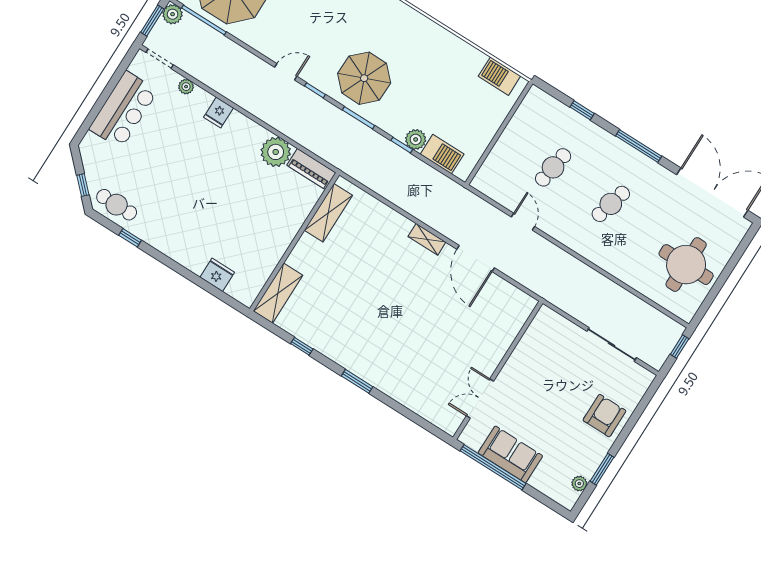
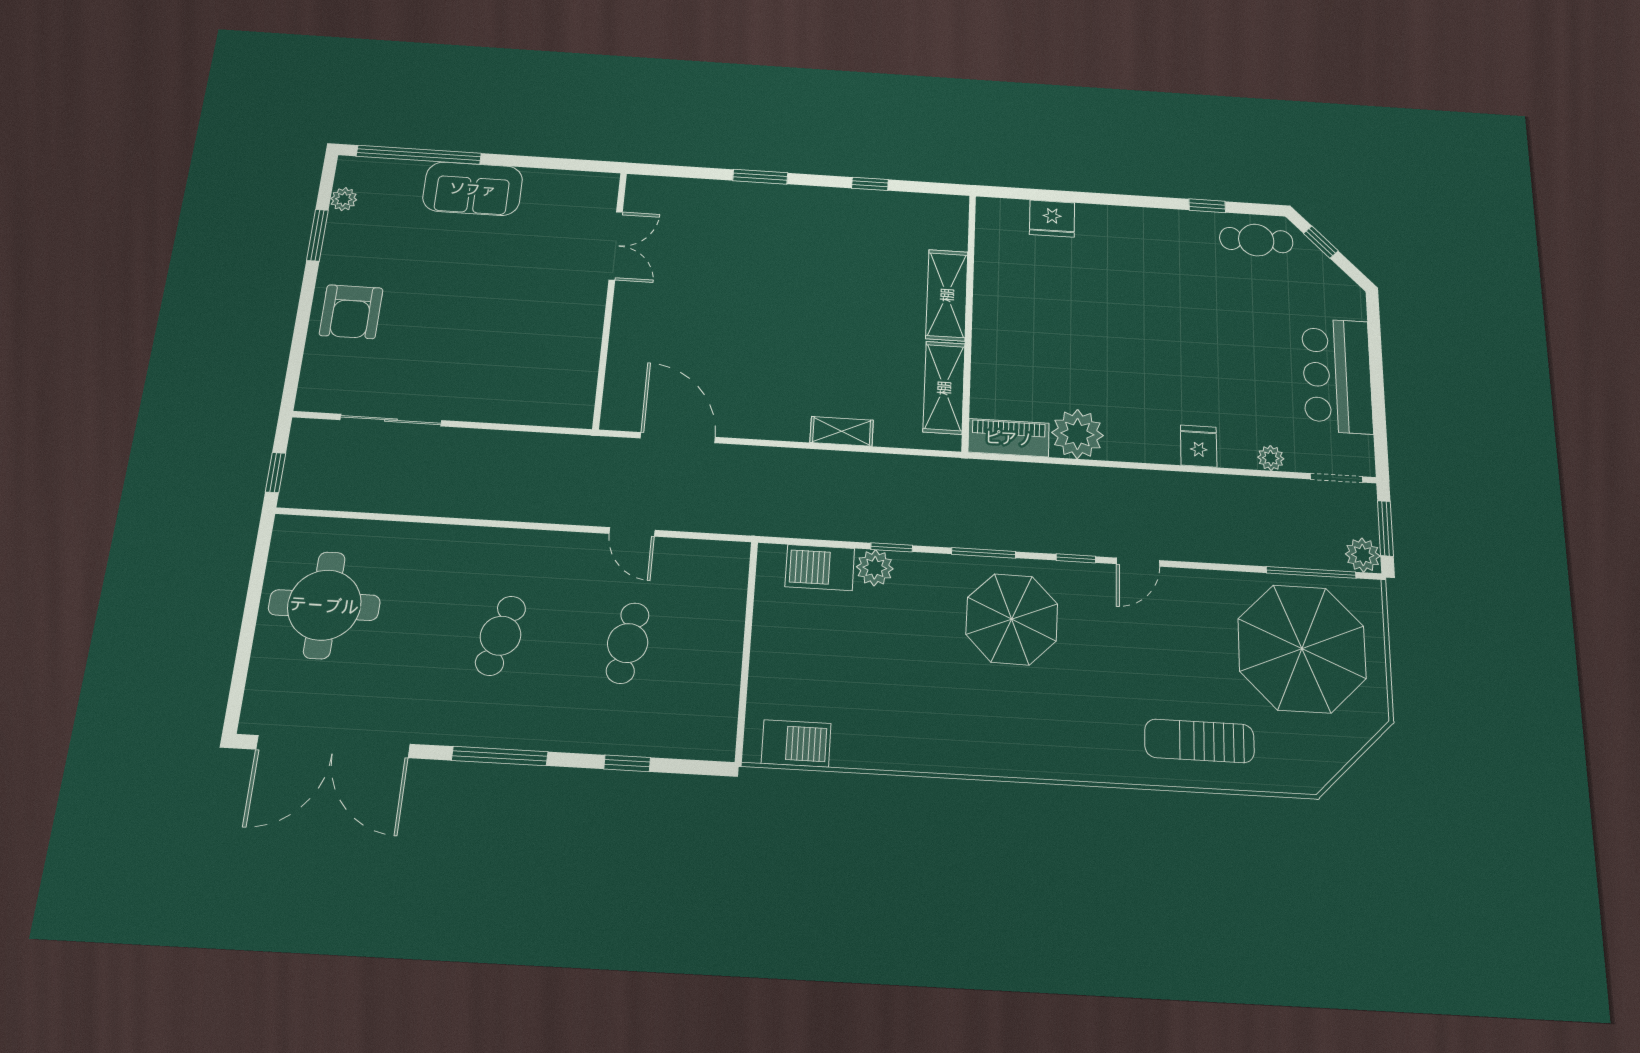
shelving: (427, 239) -> (842, 431), moved
shelving: (278, 293) -> (947, 295), moved
wall: (498, 370) -> (610, 298), moved
double door: (480, 398) -> (616, 246), moved
window: (493, 467) -> (419, 155), moved

